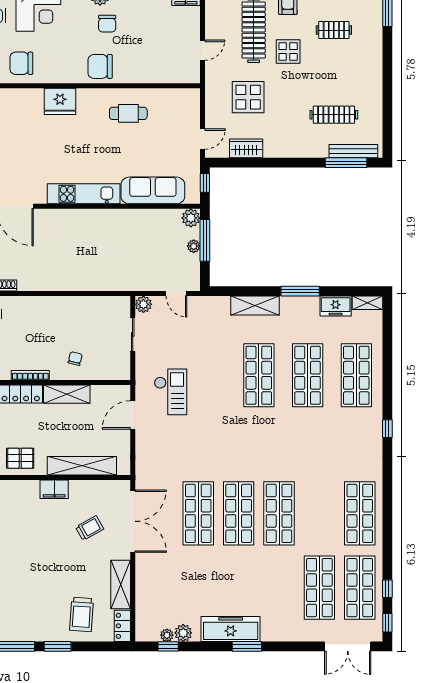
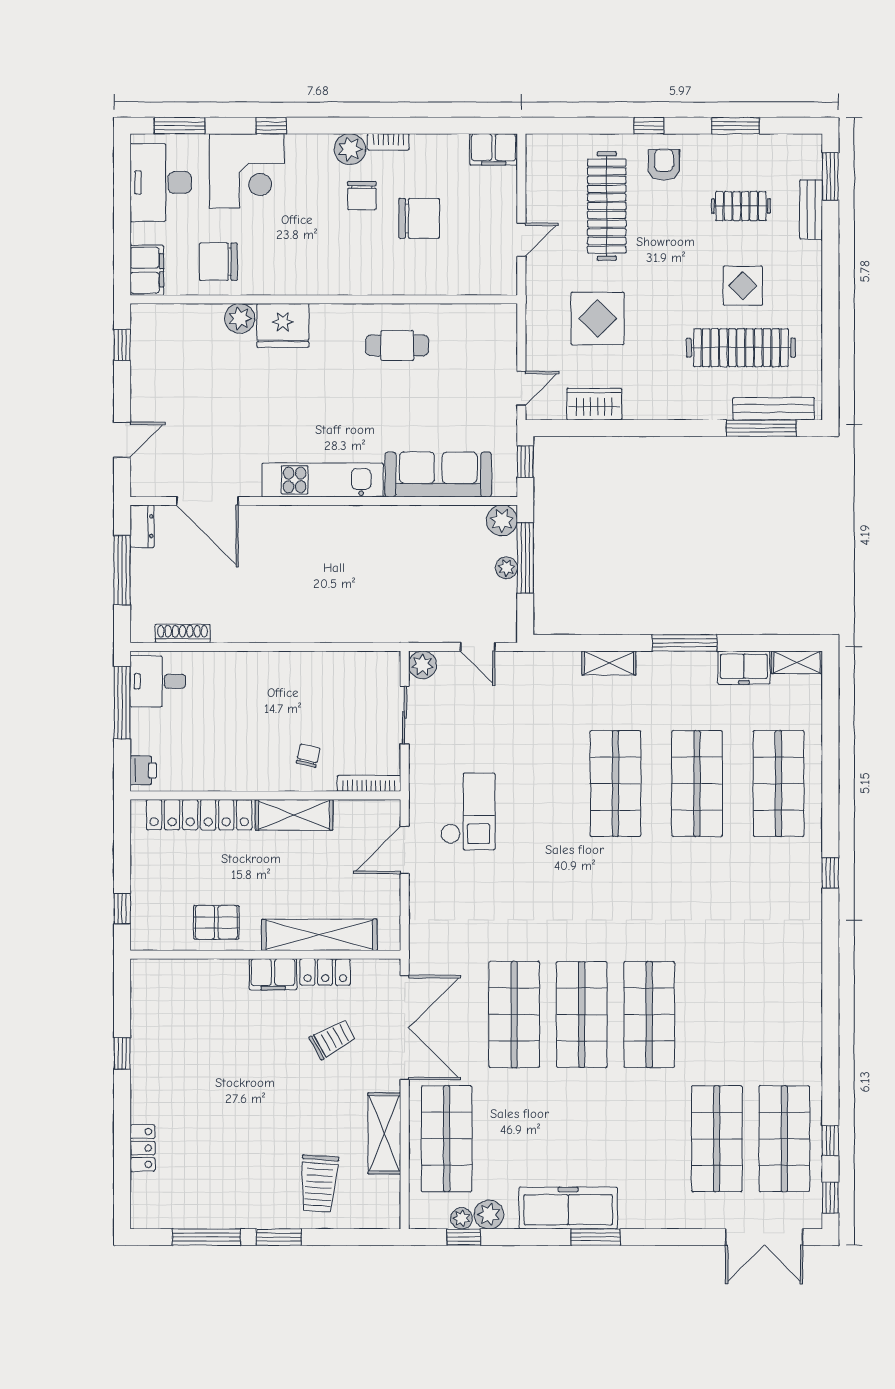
bench: (376, 32) -> (811, 210), added
display table: (288, 52) -> (743, 286), moved
chair: (100, 66) -> (419, 218), moved, turned 180
plant: (34, 97) -> (240, 318), added
clothes rail: (334, 115) -> (741, 348), width x1.37, depth x1.31
shelving: (255, 306) -> (609, 663), width x0.67, depth x0.75
bookcase: (30, 375) -> (369, 783), moved
shop shelf: (360, 513) -> (447, 1139), moved
locker: (122, 626) -> (325, 972), moved, turned -90

